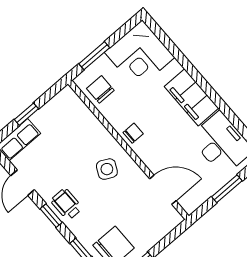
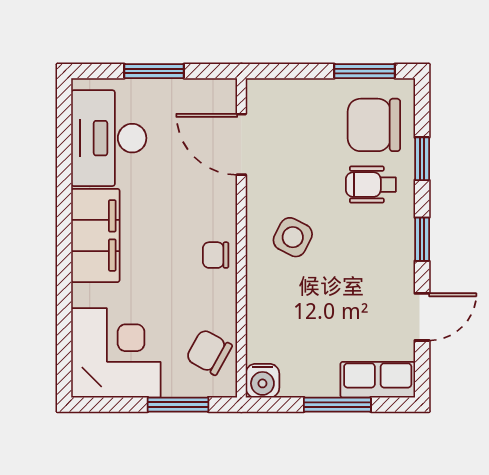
chair: (100, 89) -> (209, 352), turned 119
water cooler: (67, 97) -> (262, 381), added
window: (26, 114) -> (337, 405), width x1.50
wheelchair: (66, 204) -> (371, 185), moved, turned 90

